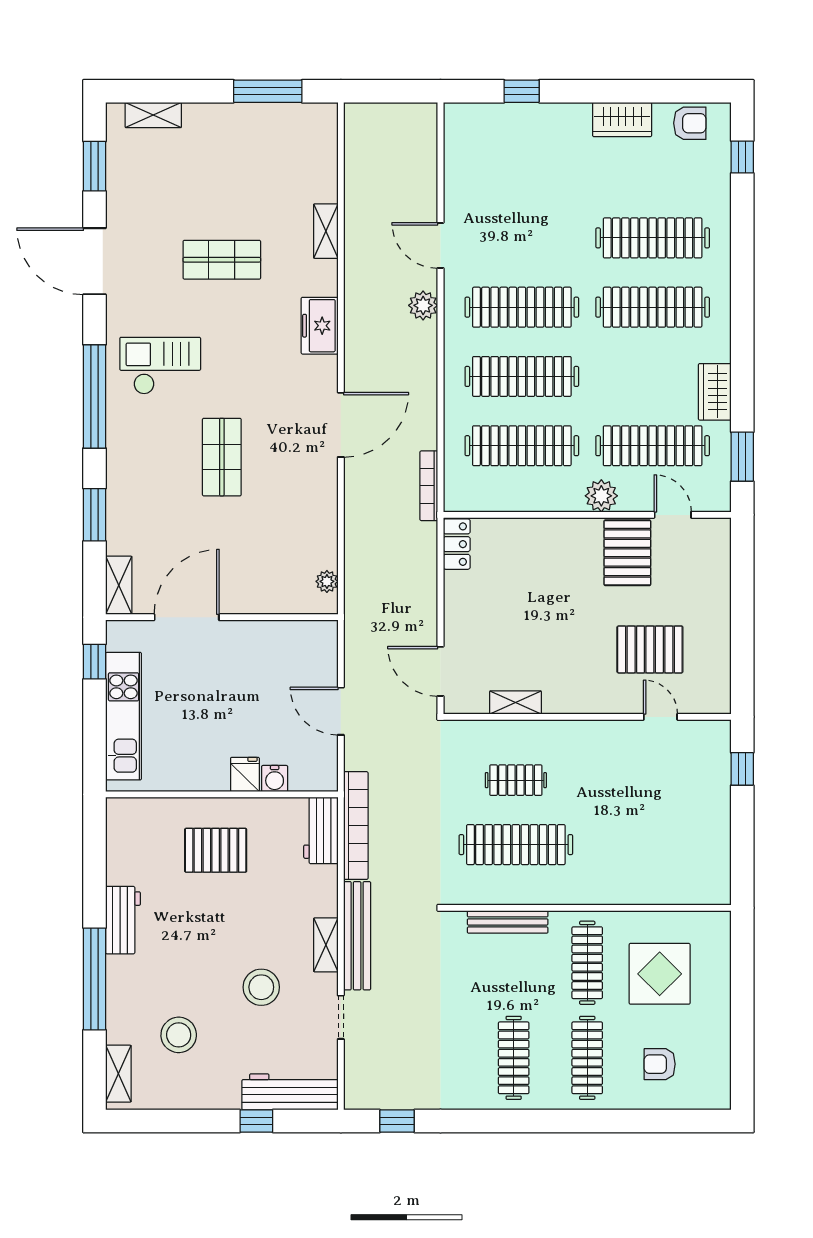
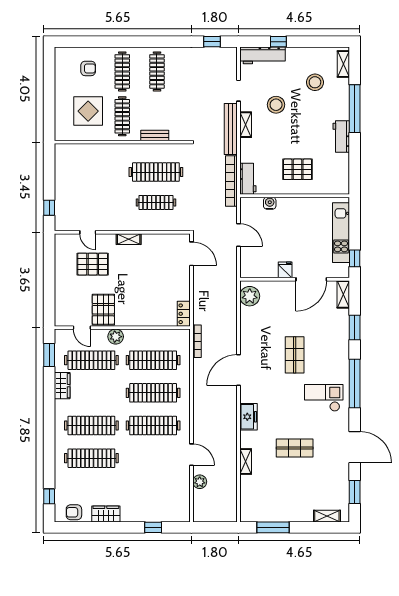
plant: (423, 305) -> (200, 482), moved
checkout: (160, 366) -> (324, 398), turned 180
plant: (327, 581) -> (250, 296), width x1.87, depth x1.87
shelving: (515, 702) -> (129, 239), moved
fridge: (245, 774) -> (285, 270), moved, turned 180
clothes rail: (516, 780) -> (156, 202), width x1.36
bench: (508, 922) -> (155, 136), width x0.73

